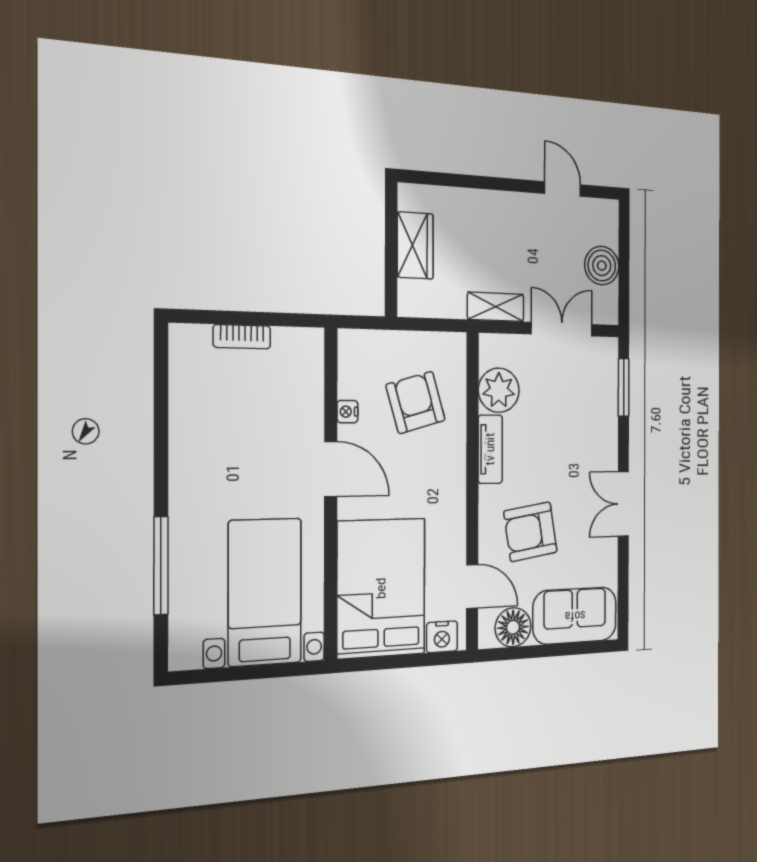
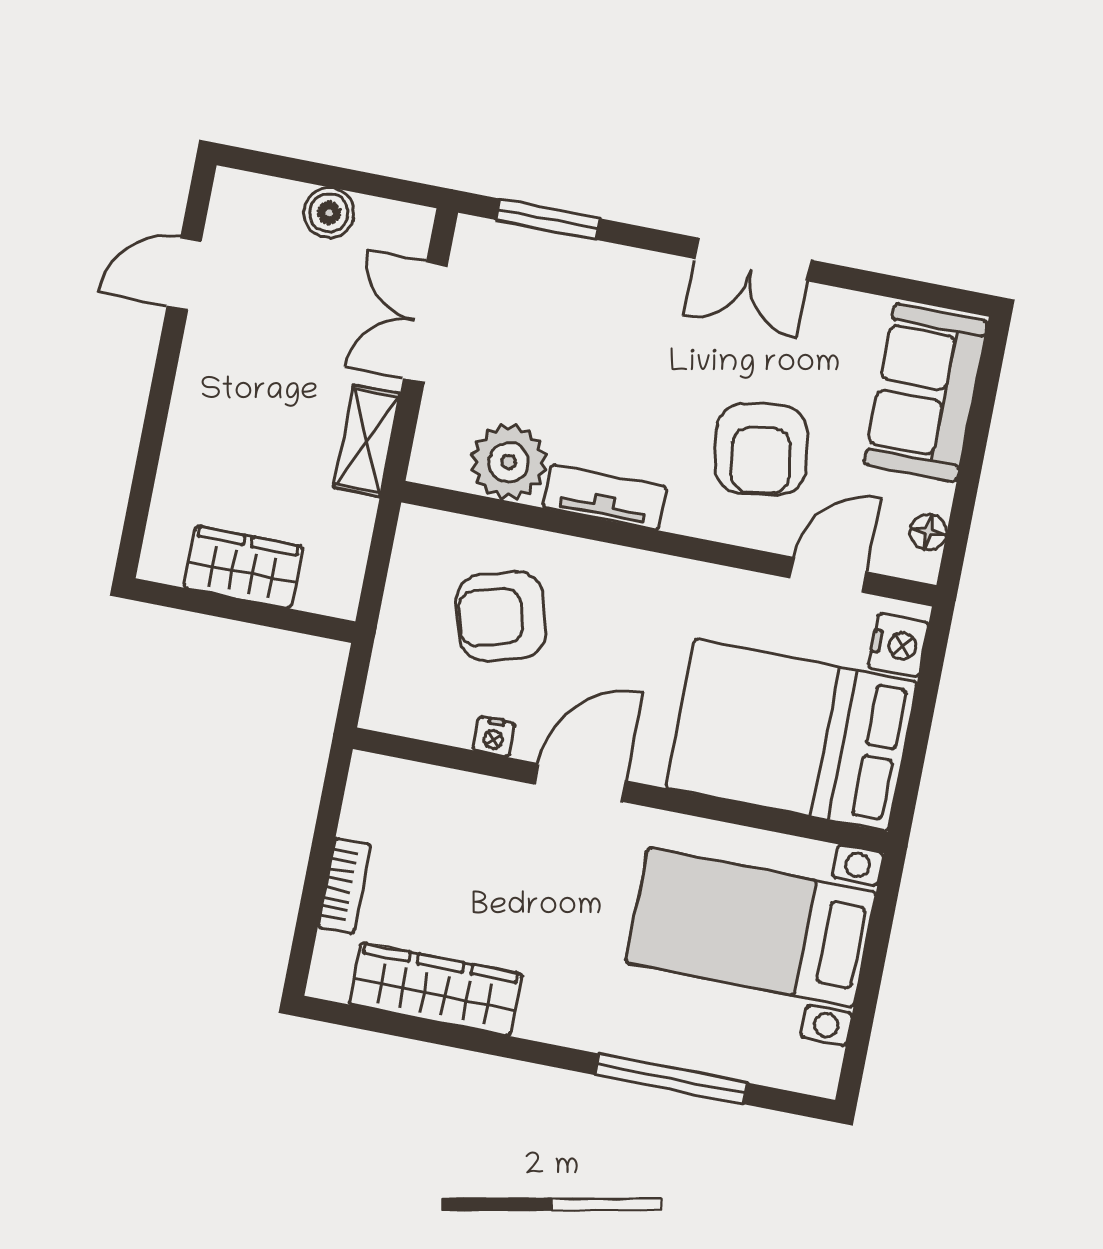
boiler: (602, 266) -> (329, 213), width x0.73, depth x0.73
wardrobe: (189, 405) -> (436, 989), added
floor lamp: (513, 627) -> (928, 532), width x0.53, depth x0.53

